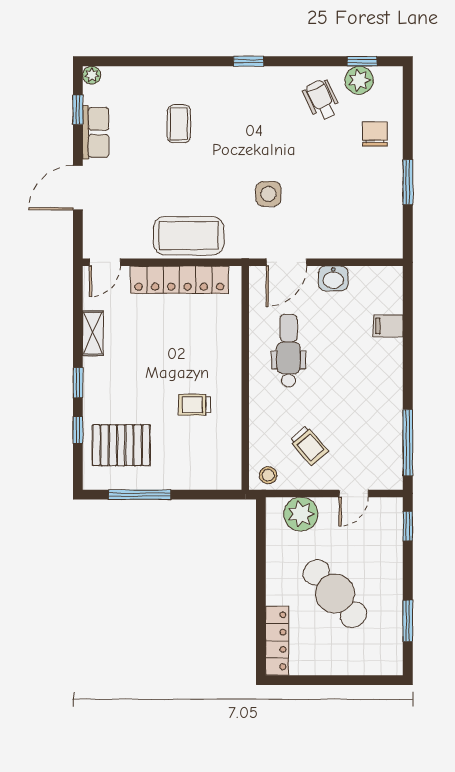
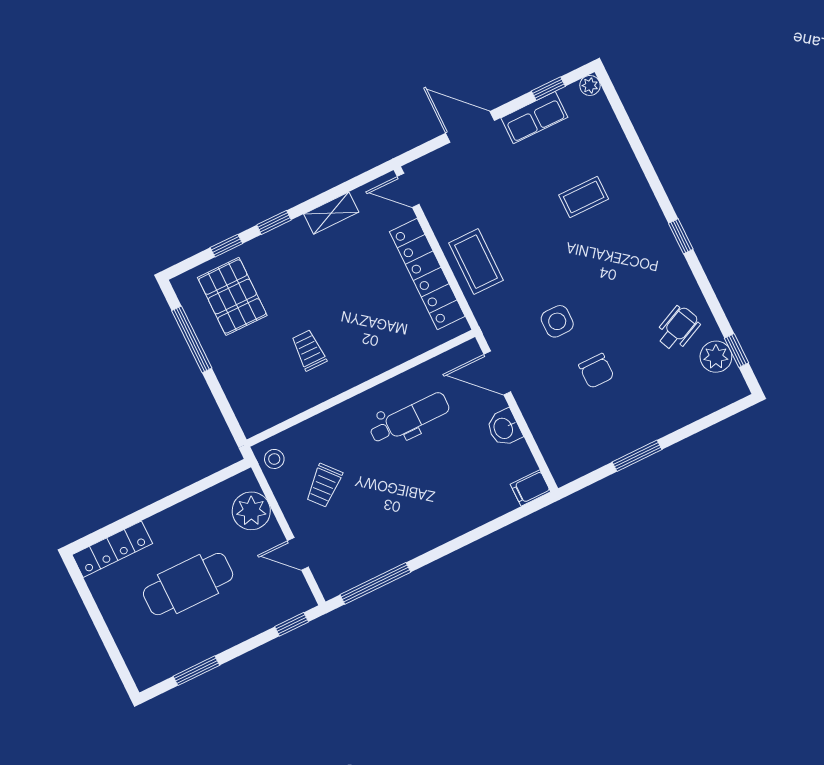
chair: (375, 134) -> (596, 371), moved, turned 90
coffee table: (189, 236) -> (476, 262), width x0.73, depth x0.76
filing cabinet: (388, 326) -> (530, 488), moved, turned -90
cafe table: (335, 594) -> (188, 584), turned 41

